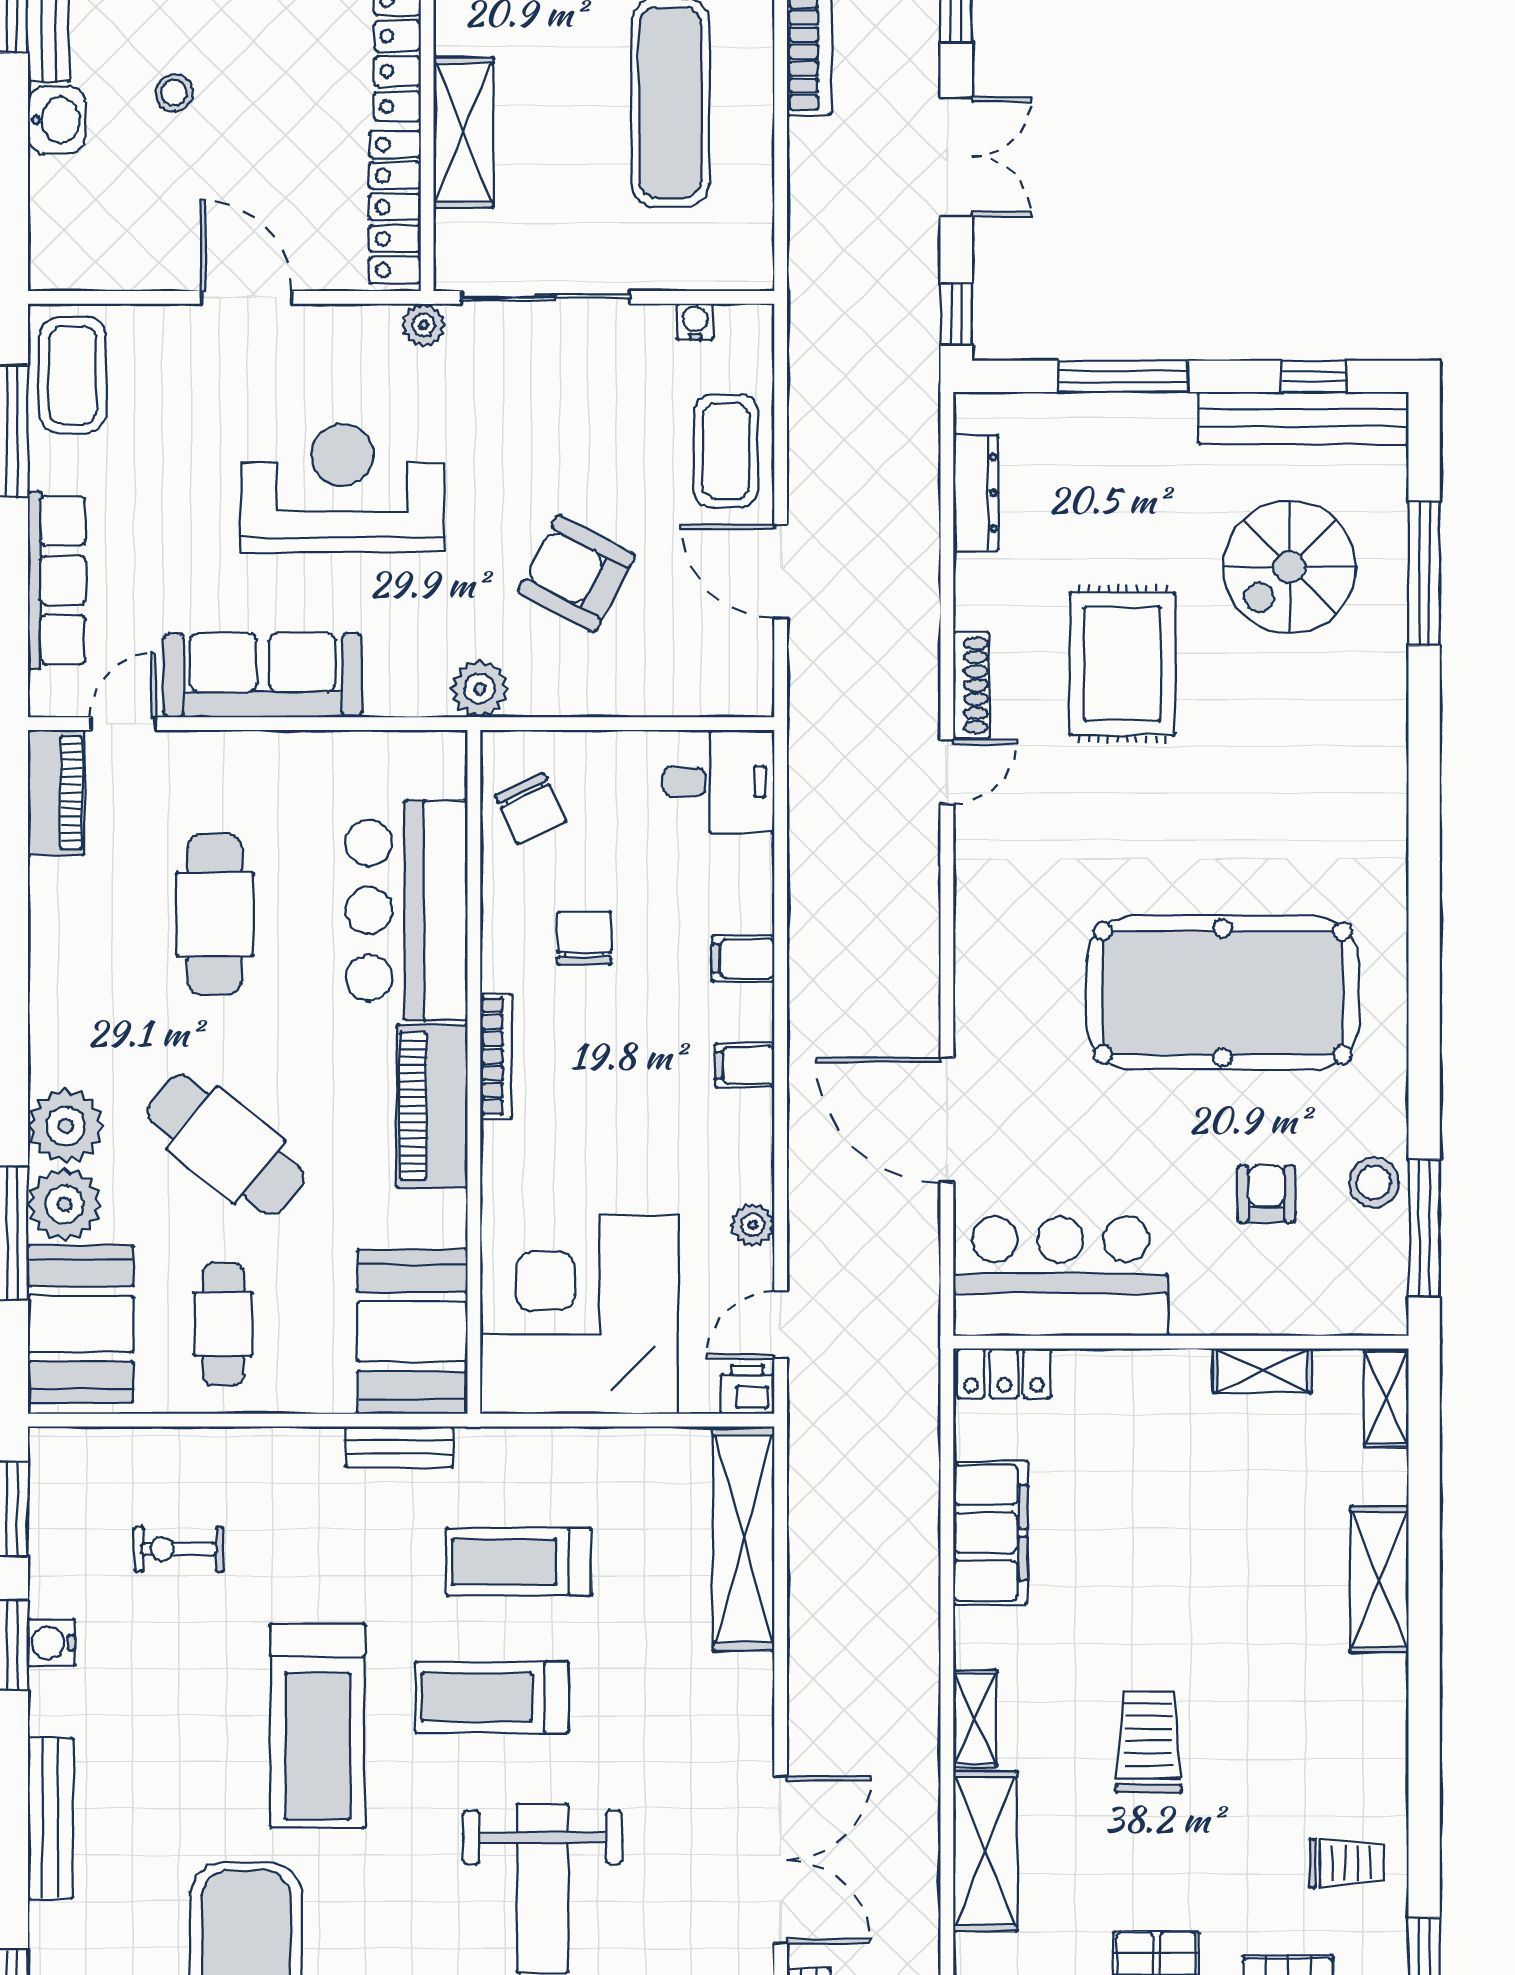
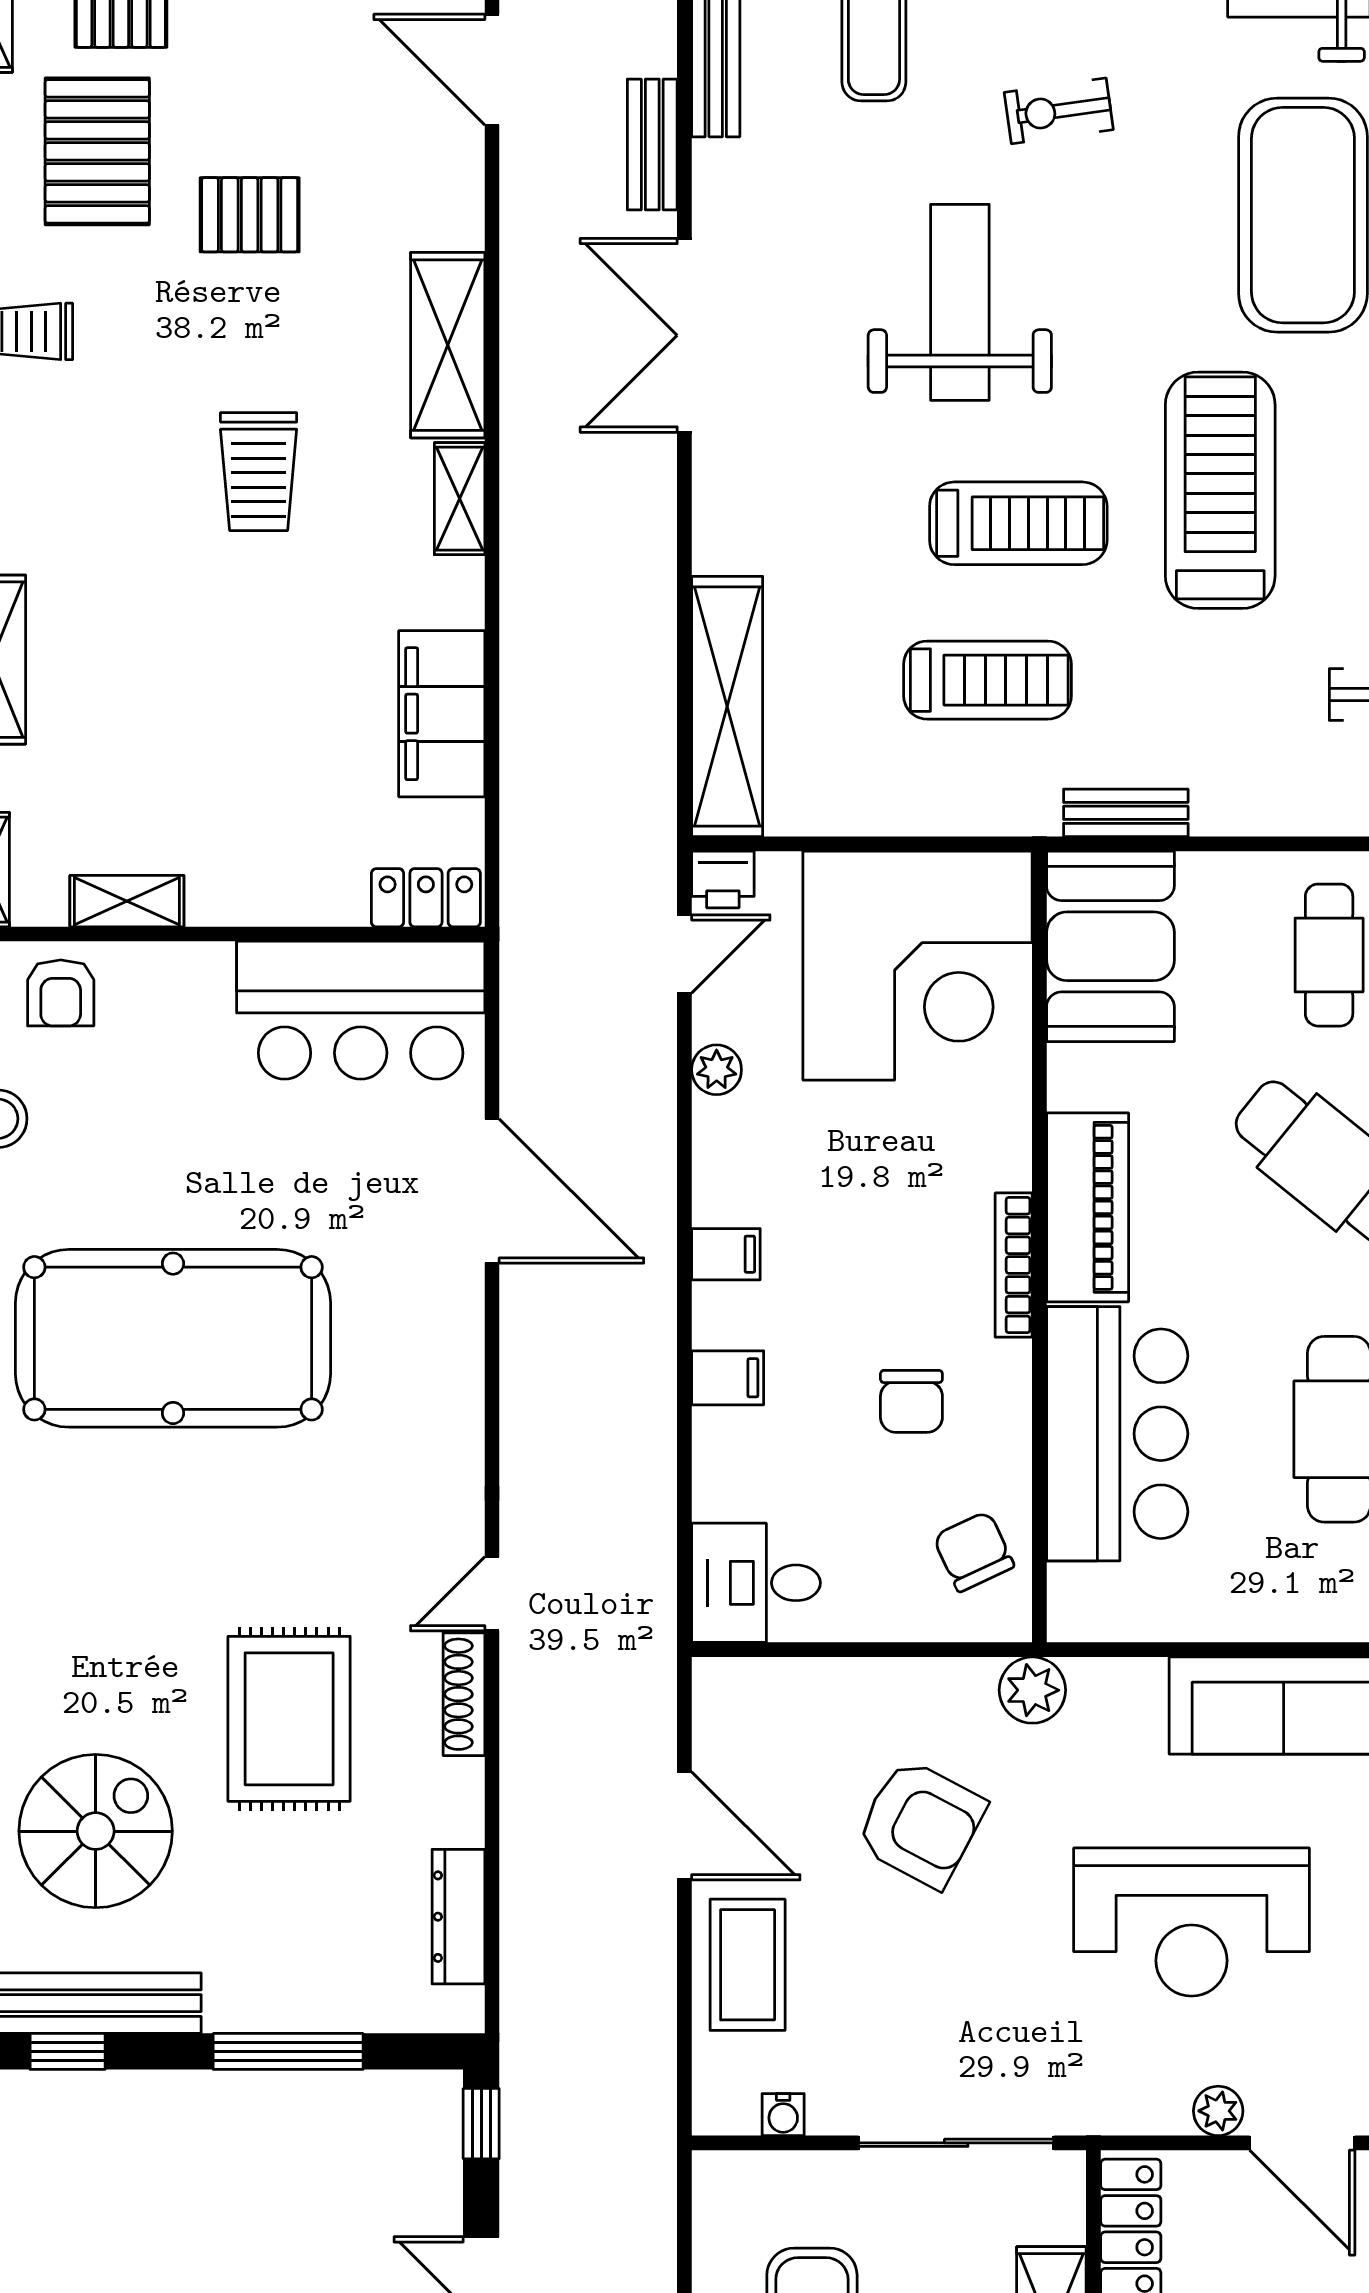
plant: (424, 325) -> (1218, 2111), moved
armchair: (1266, 1194) -> (61, 993), moved

